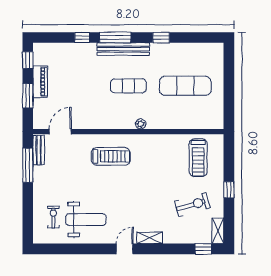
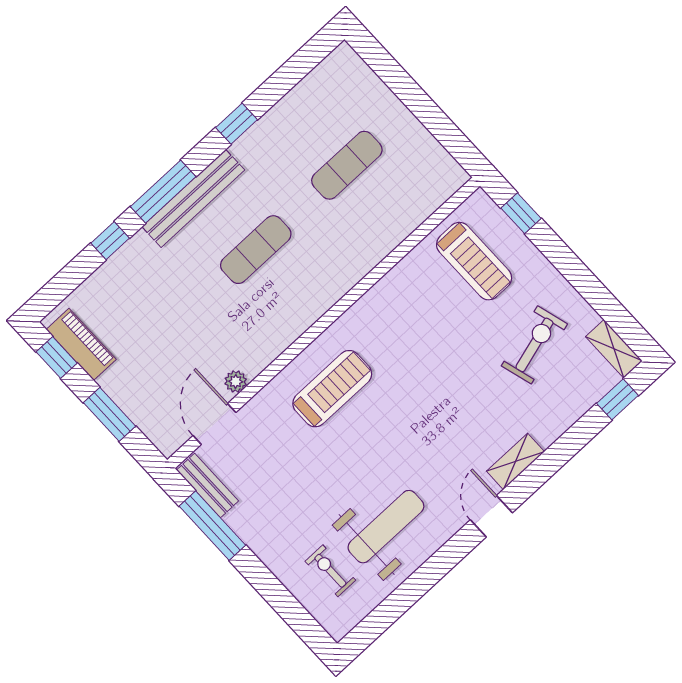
piano: (40, 82) -> (81, 344), moved
exercise mat: (185, 86) -> (347, 165), width x0.73, depth x0.69
plant: (141, 124) -> (236, 381), moved
window: (229, 190) -> (521, 213), moved

